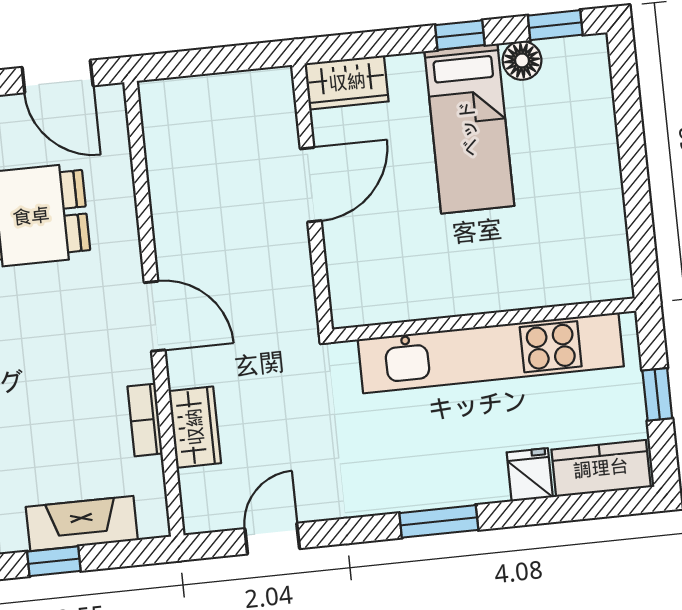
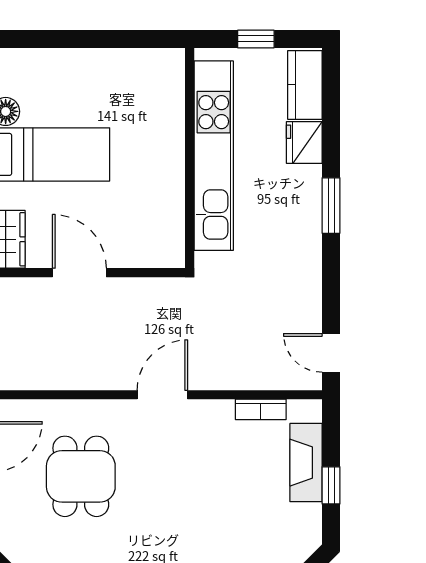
bookcase: (145, 420) -> (261, 409), moved
wardrobe: (195, 427) -> (245, 374), removed
fridge: (530, 475) -> (304, 142), width x1.38
door: (272, 539) -> (331, 353), moved

